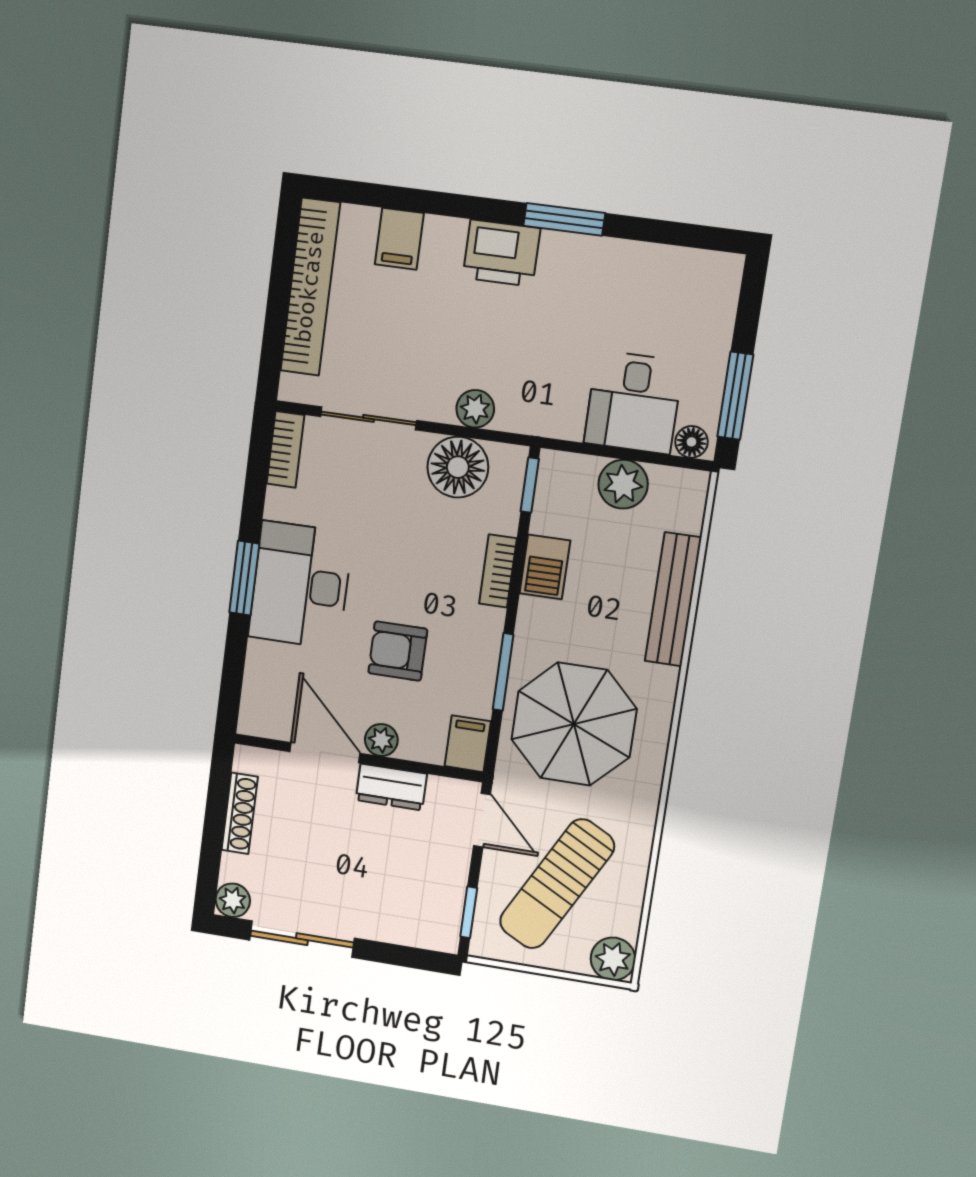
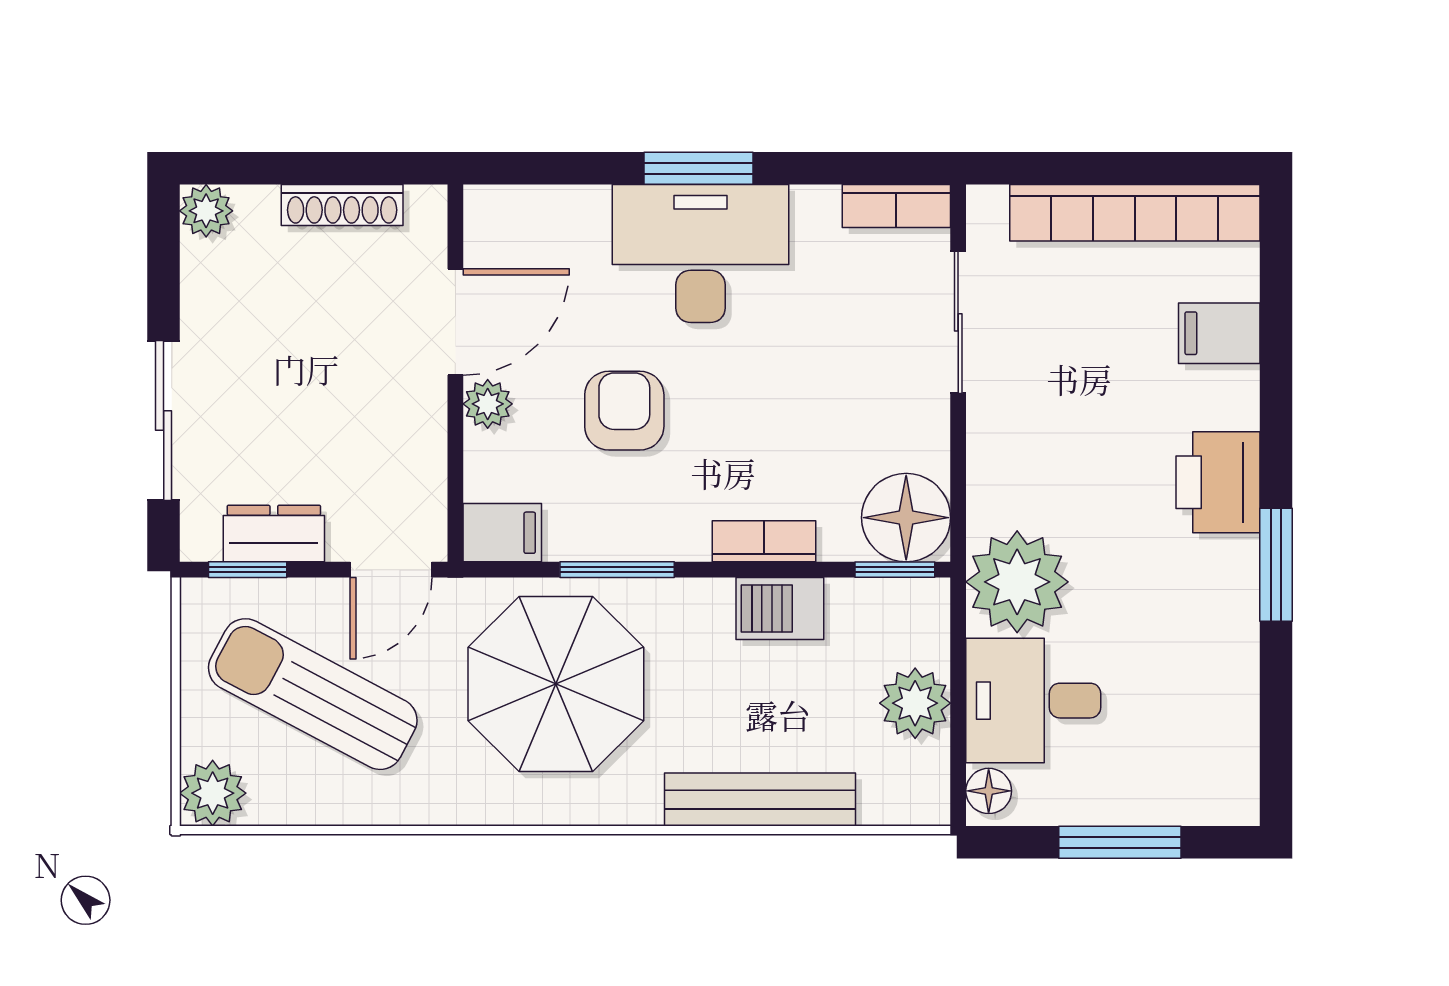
window: (735, 396) -> (1120, 842), moved
plant: (475, 409) -> (1017, 582), moved, width x1.87, depth x1.87
floor lamp: (458, 467) -> (906, 518), moved
dresser: (391, 787) -> (274, 534), moved, turned 90
sliding door: (302, 939) -> (164, 421), moved

